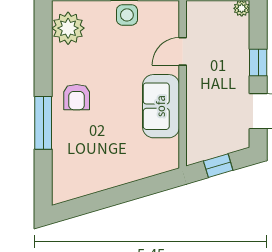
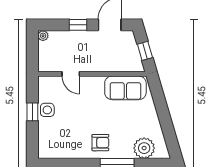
plant: (68, 28) -> (144, 148), moved
sofa: (161, 106) -> (125, 88), moved

